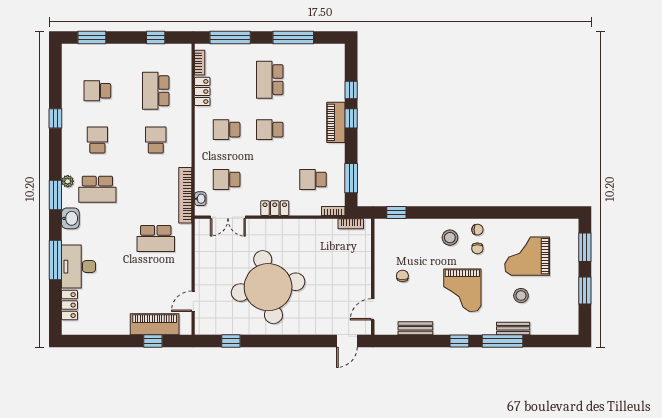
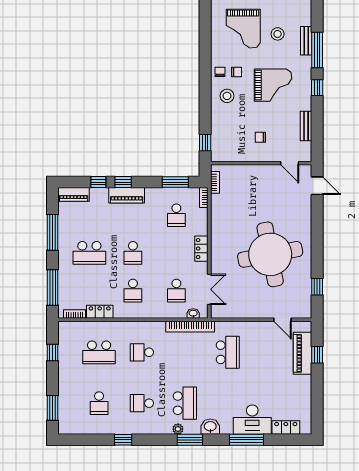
piano: (337, 62) -> (74, 194), added

